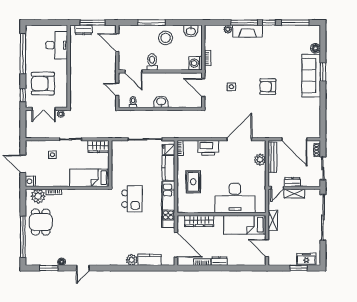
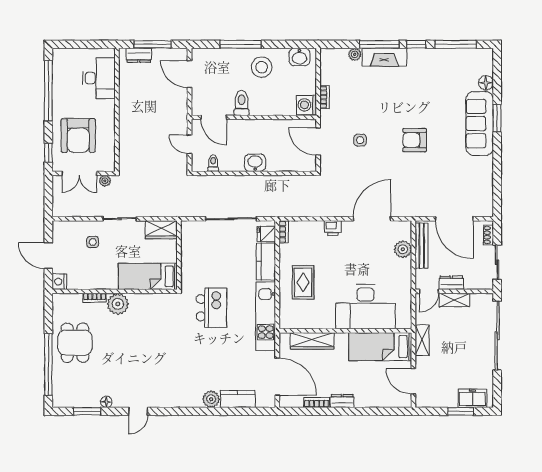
armchair: (43, 84) -> (78, 135), turned -90
printer: (208, 148) -> (333, 228), width x0.53, depth x0.68
plant: (38, 196) -> (118, 304), moved

